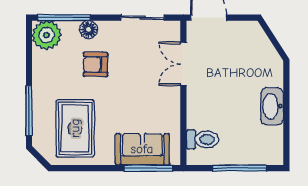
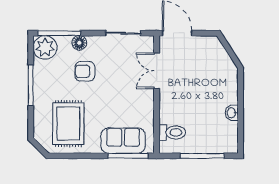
washbasin: (272, 106) -> (232, 113), width x0.52, depth x0.69
window: (29, 111) -> (31, 85), moved

